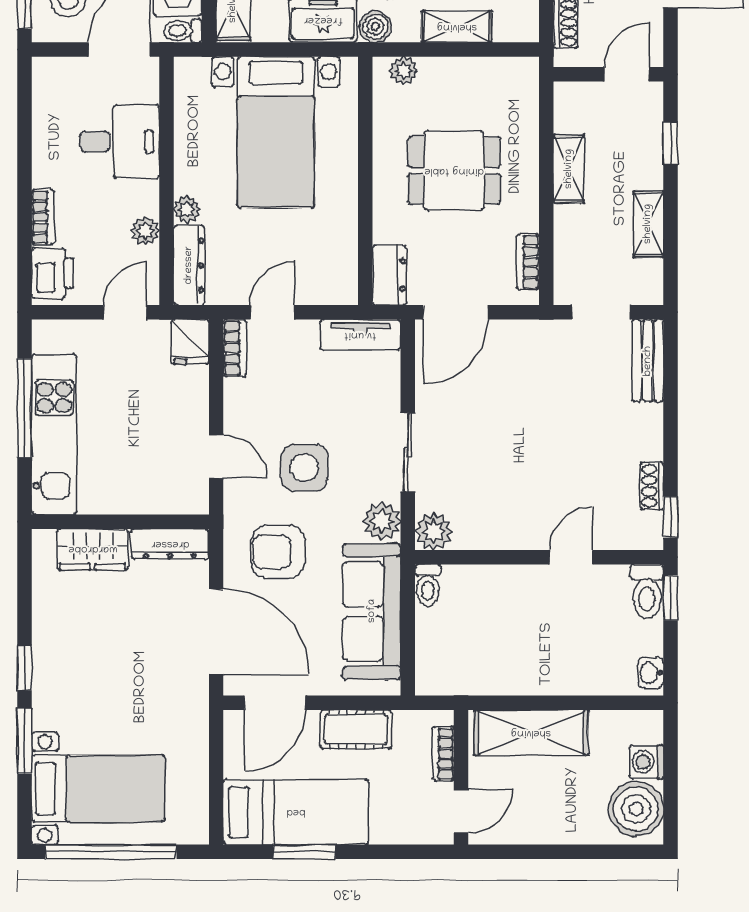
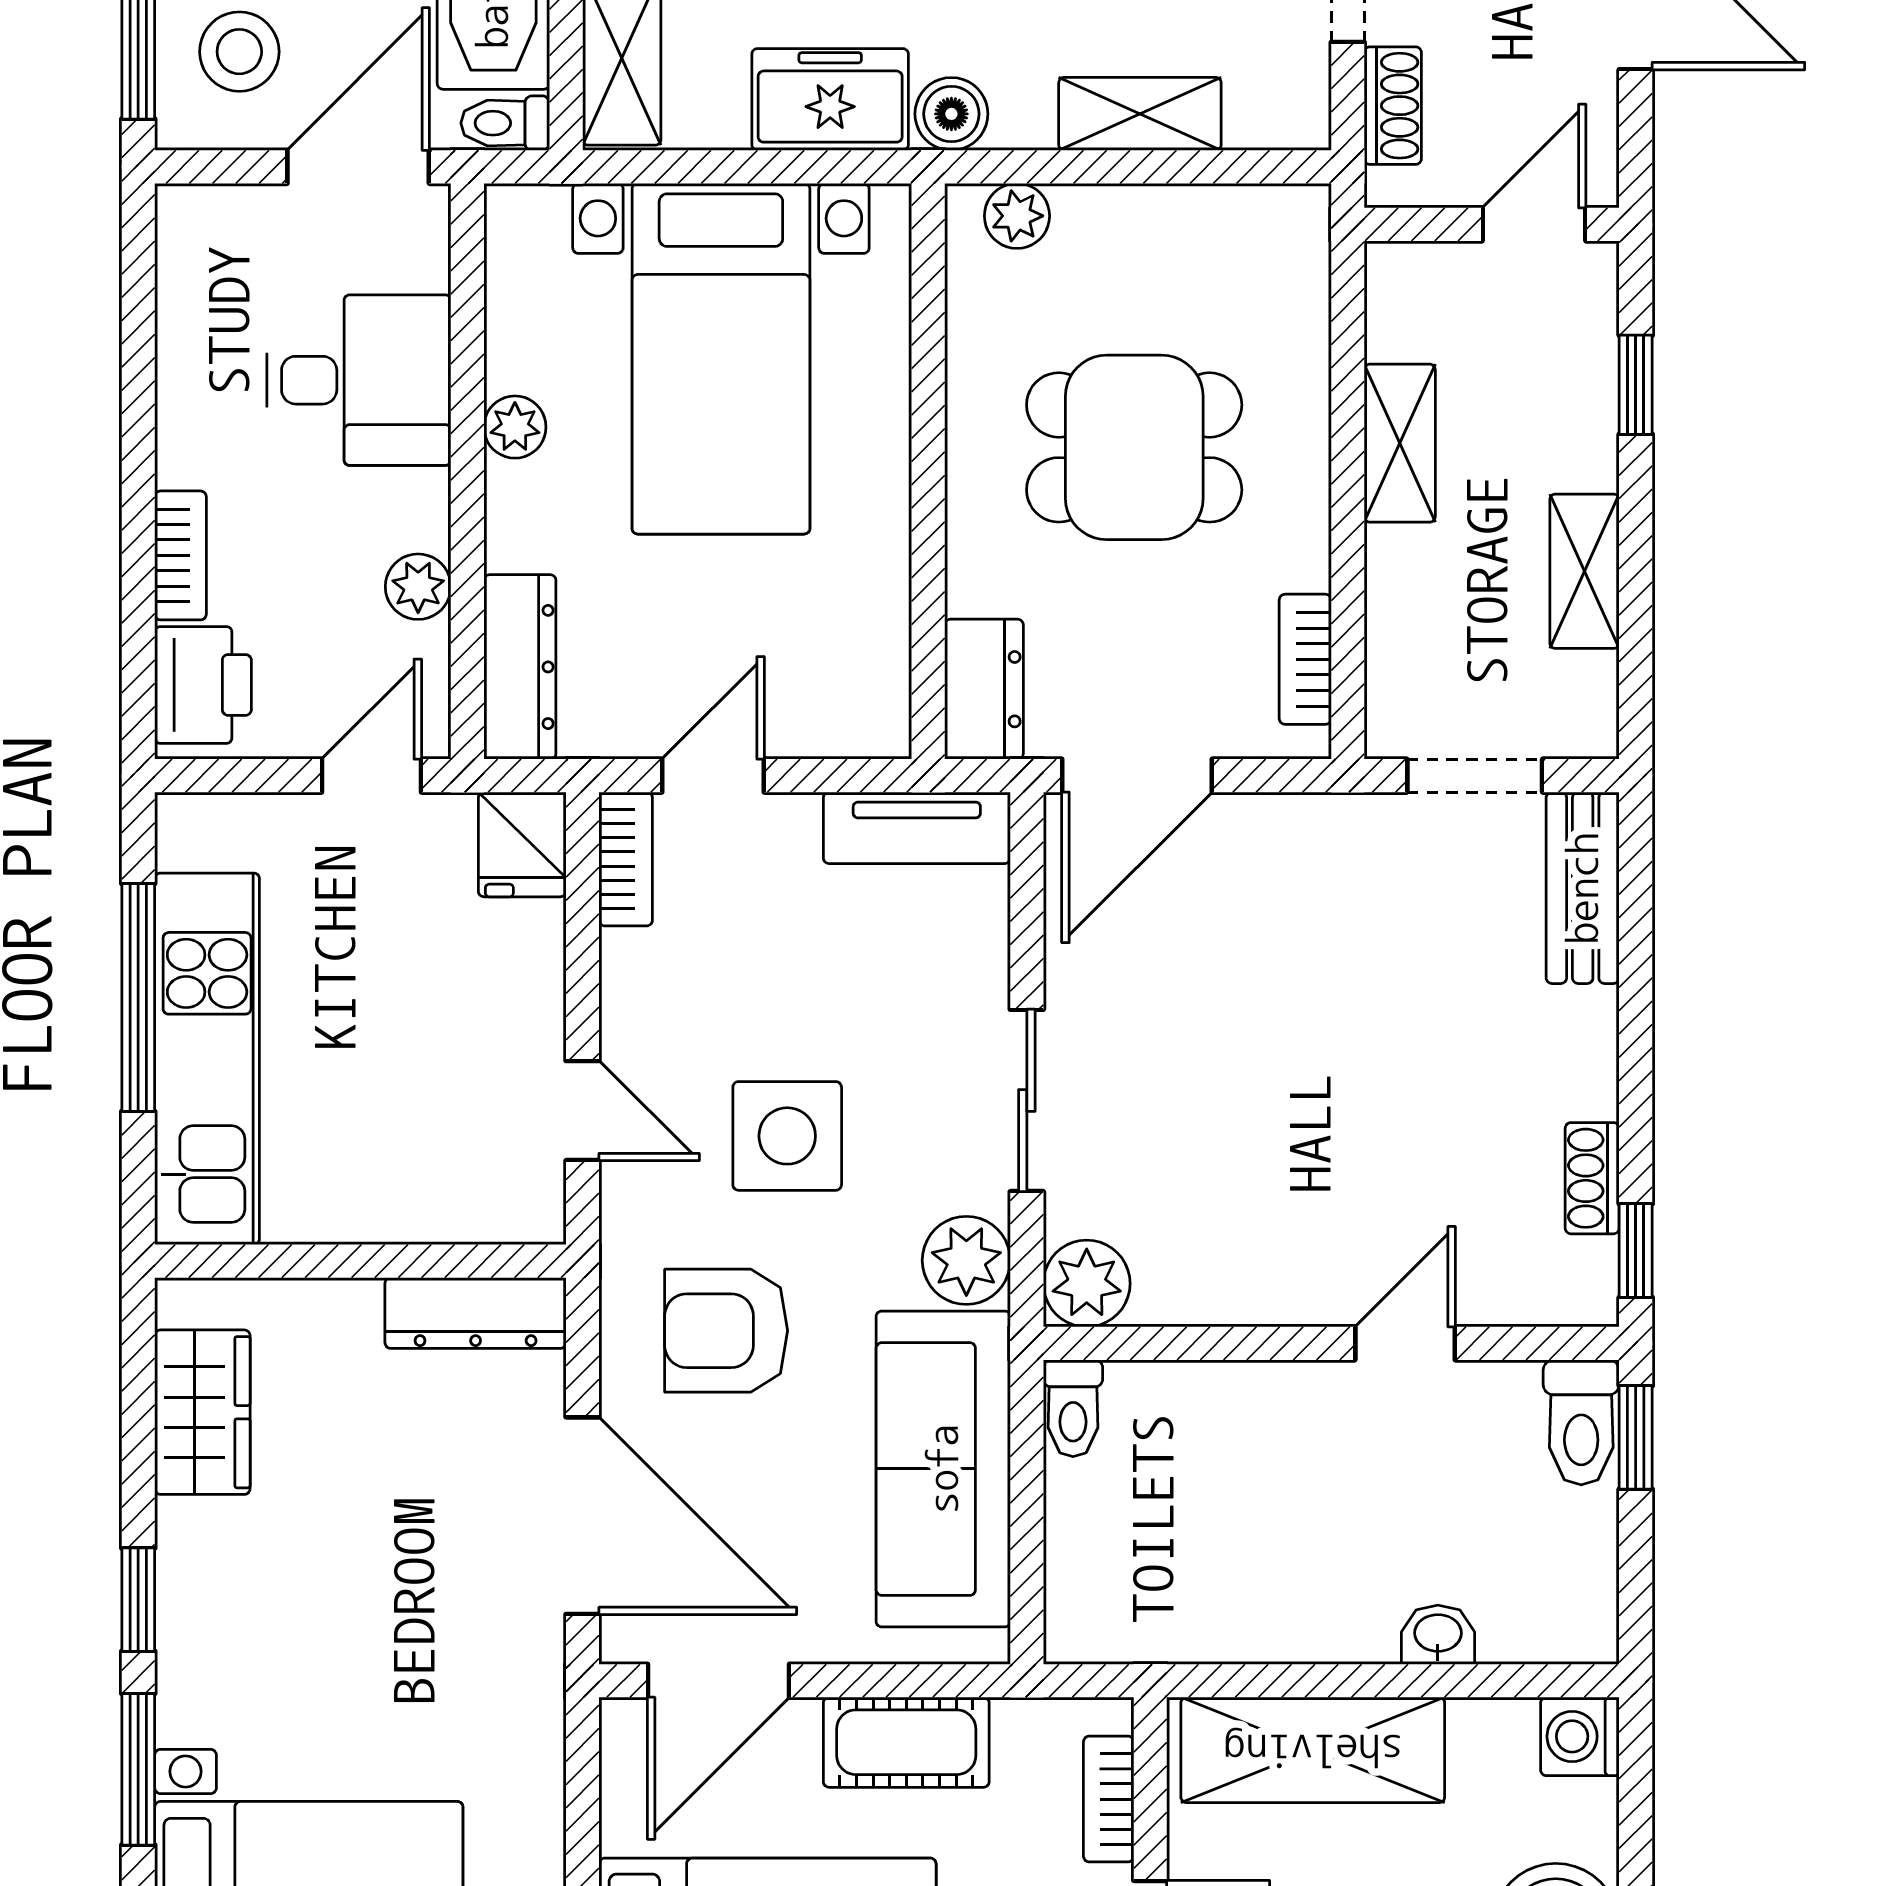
plant: (187, 209) -> (515, 427), moved
wardrobe: (93, 549) -> (202, 1412), moved, turned -90
washbasin: (651, 673) -> (1438, 1635), moved, turned 90
washing machine: (647, 762) -> (1580, 1736), moved

